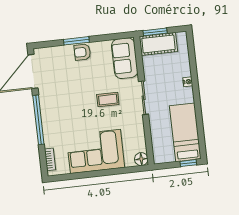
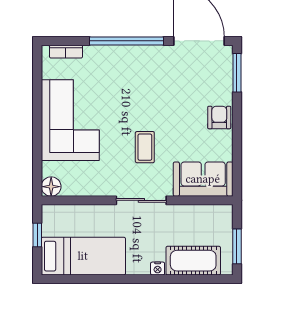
window: (155, 32) -> (237, 246), moved
window: (76, 41) -> (237, 73), moved
cot: (159, 44) -> (193, 261), moved, turned 90
window: (188, 163) -> (37, 235), moved

